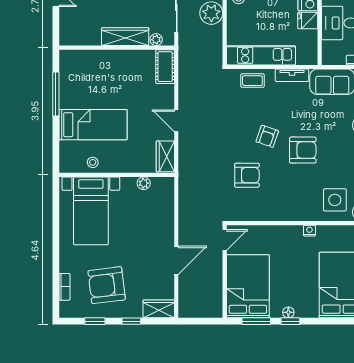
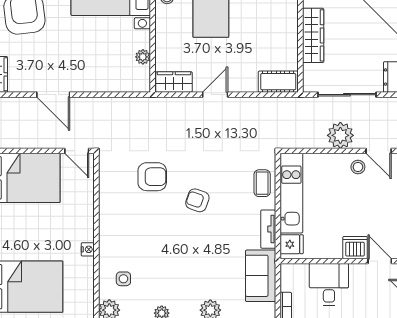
fridge: (308, 20) -> (292, 244), moved, turned 90
plant: (156, 40) -> (310, 71), removed
armchair: (303, 150) -> (181, 242), removed
armchair: (247, 175) -> (152, 177), turned -90
side table: (335, 200) -> (123, 279), width x0.54, depth x0.54

